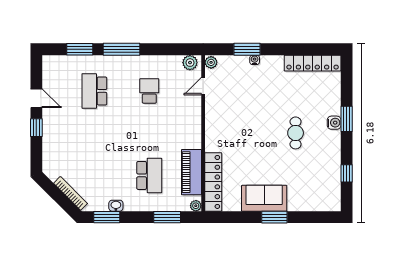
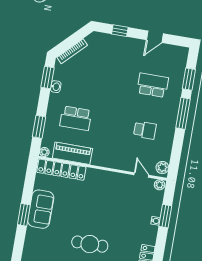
window: (36, 128) -> (120, 31), moved
cafe table: (296, 133) -> (90, 244), width x1.37, depth x1.35

